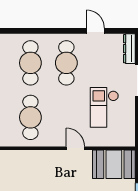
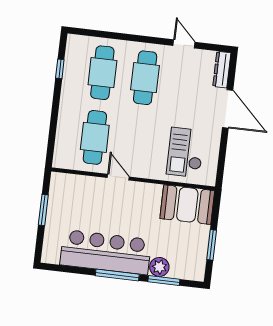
checkout: (104, 107) -> (185, 153), moved
door: (75, 148) -> (118, 177), moved

